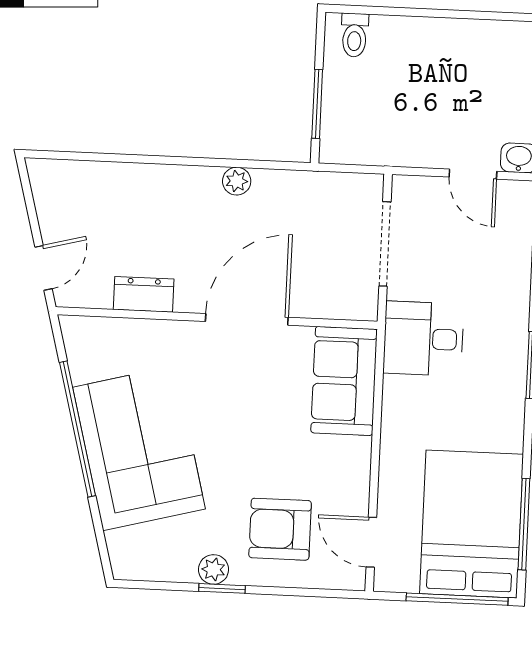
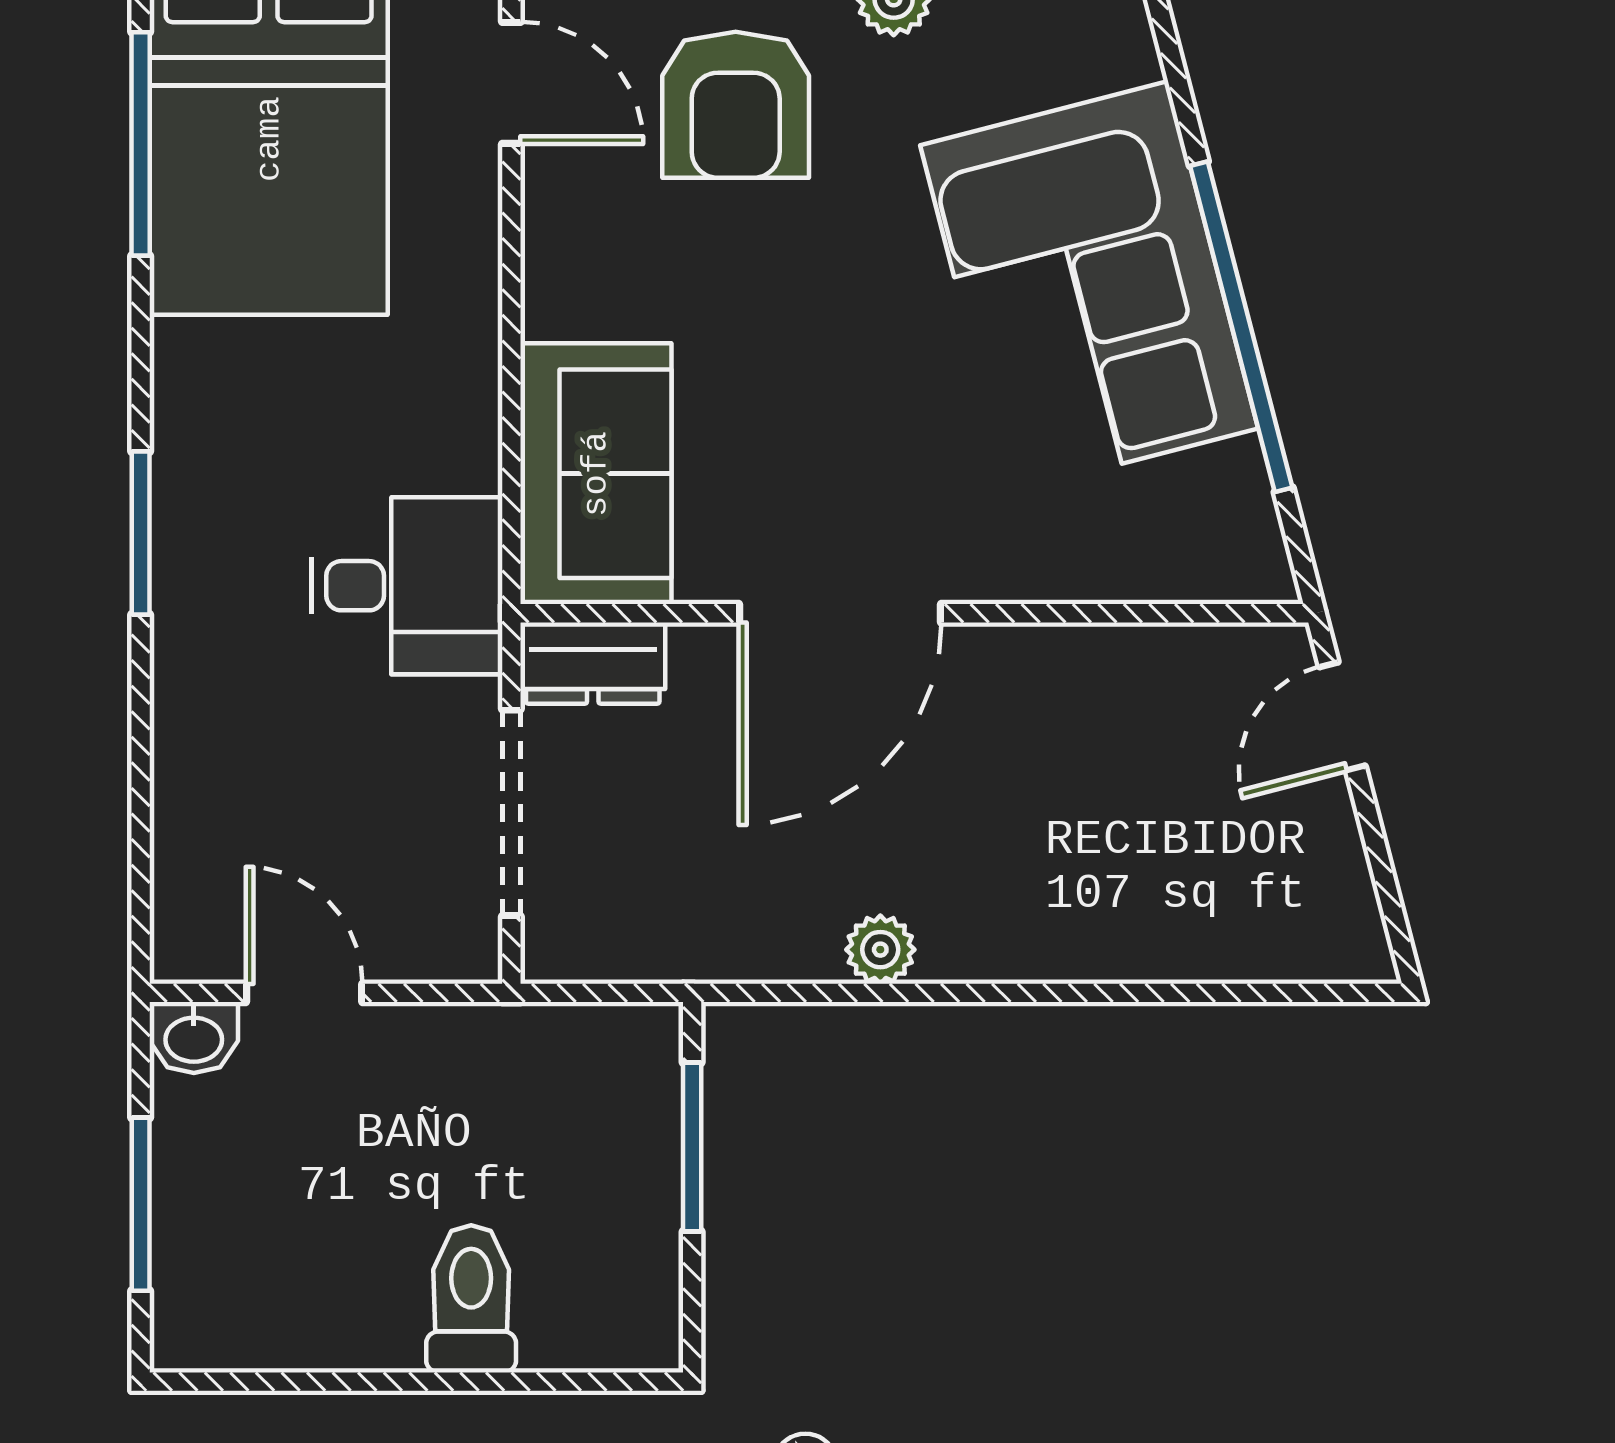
toilet: (354, 35) -> (471, 1299), moved, width x1.37, depth x1.39
dresser: (144, 294) -> (593, 663), moved
armchair: (280, 529) -> (736, 105), turned 90

